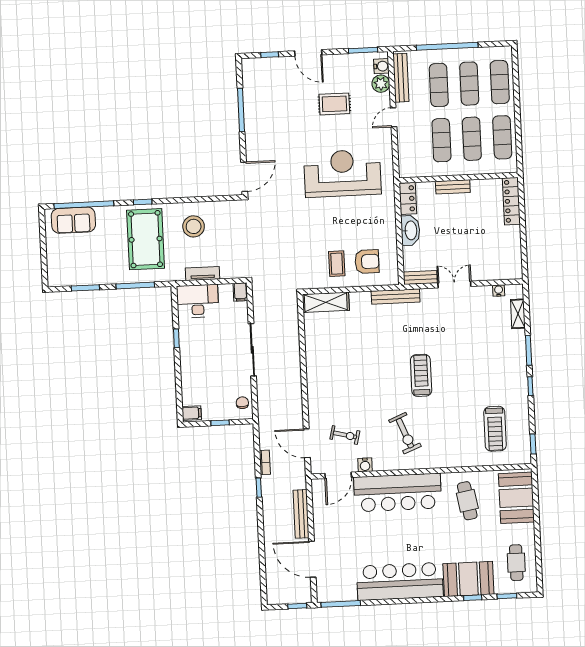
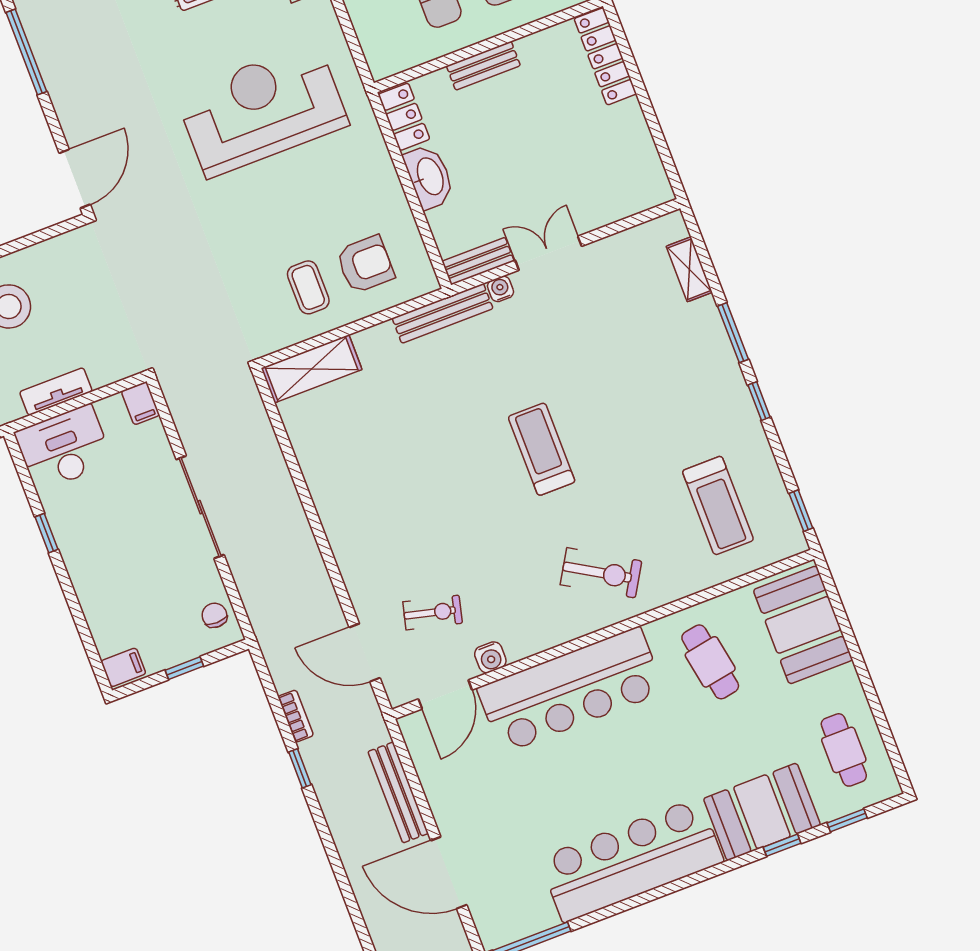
water cooler: (499, 291) -> (501, 289), moved
exercise bike: (405, 433) -> (601, 573), moved, turned -37

